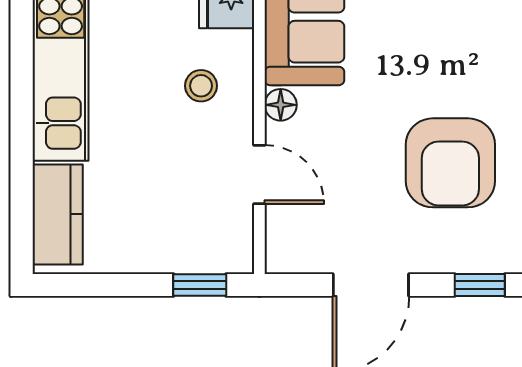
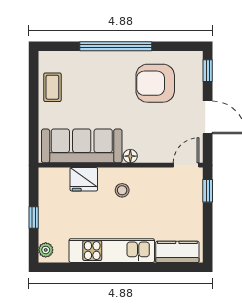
armchair: (450, 163) -> (155, 83), turned 180
door: (259, 175) -> (186, 165), moved

